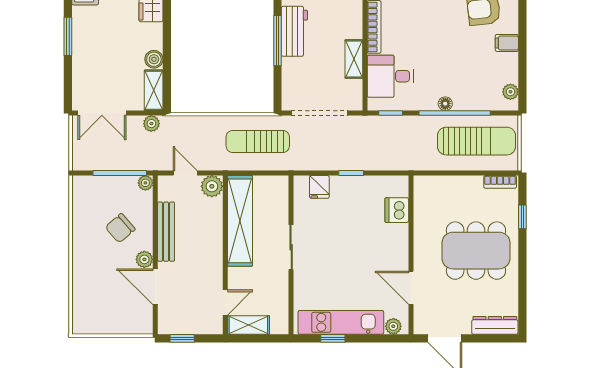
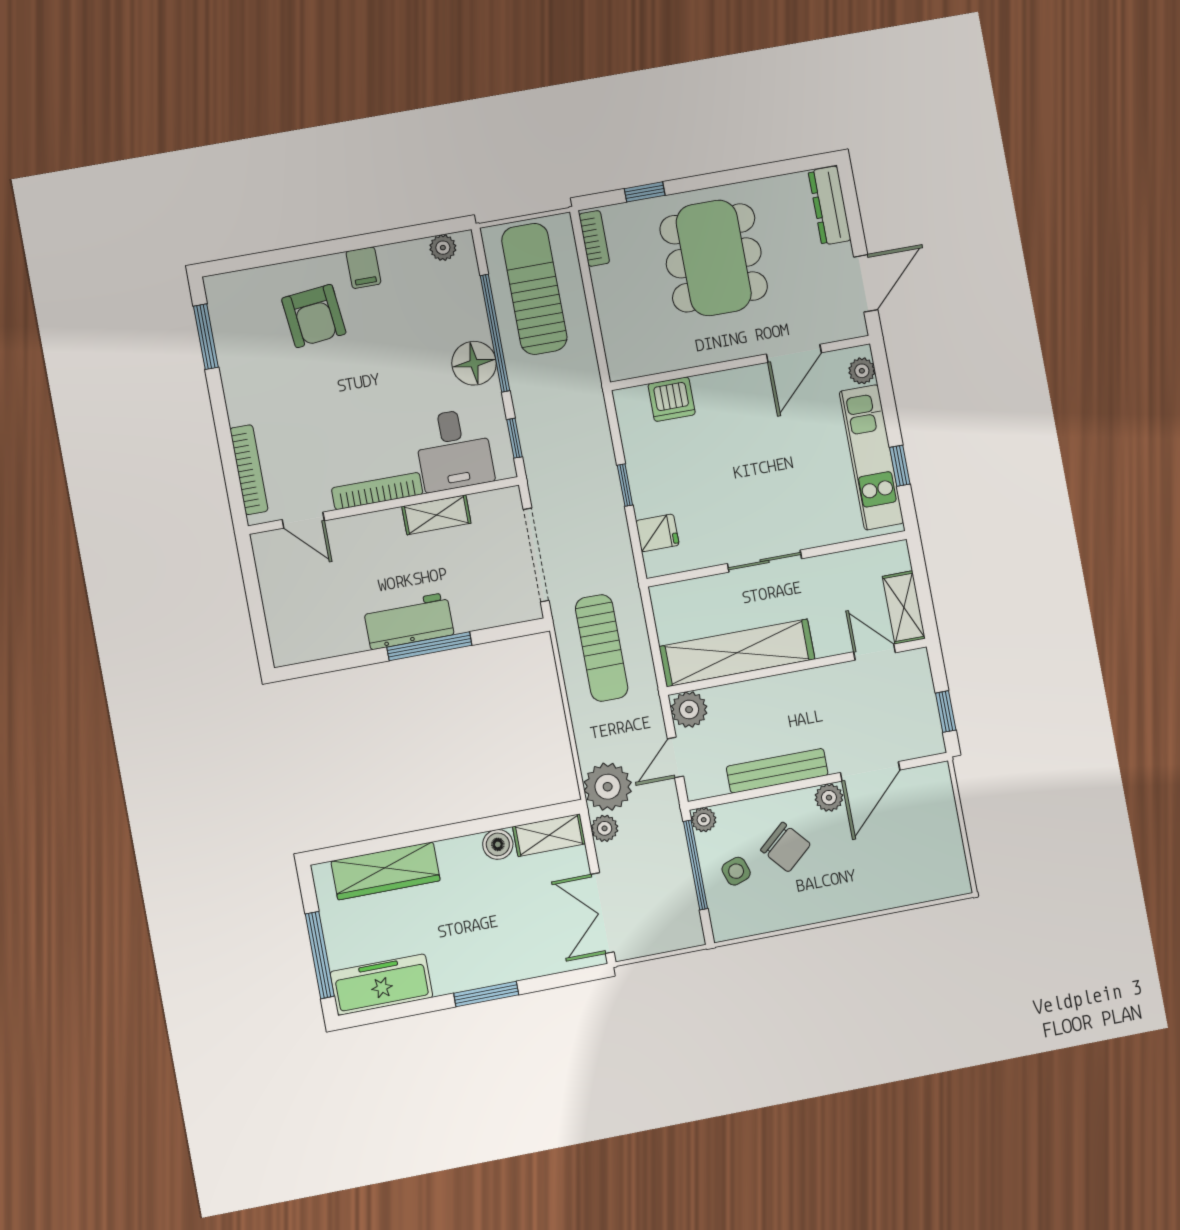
floor lamp: (445, 104) -> (474, 363), width x1.89, depth x1.89
double door: (102, 113) -> (602, 913), swing flipped
plant: (176, 130) -> (608, 787), added
side table: (112, 196) -> (736, 871), added

